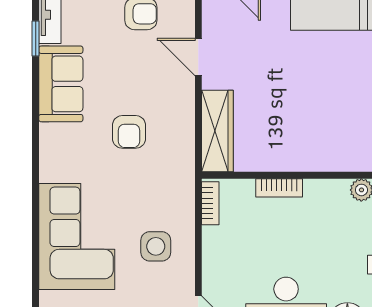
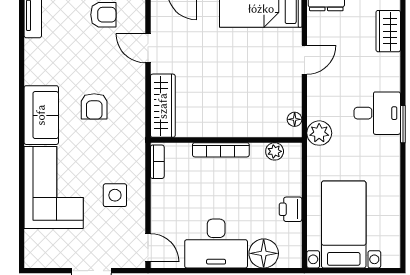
window: (36, 39) -> (22, 34), removed
sofa: (61, 84) -> (41, 115), moved
bookcase: (279, 188) -> (221, 150), width x1.56

